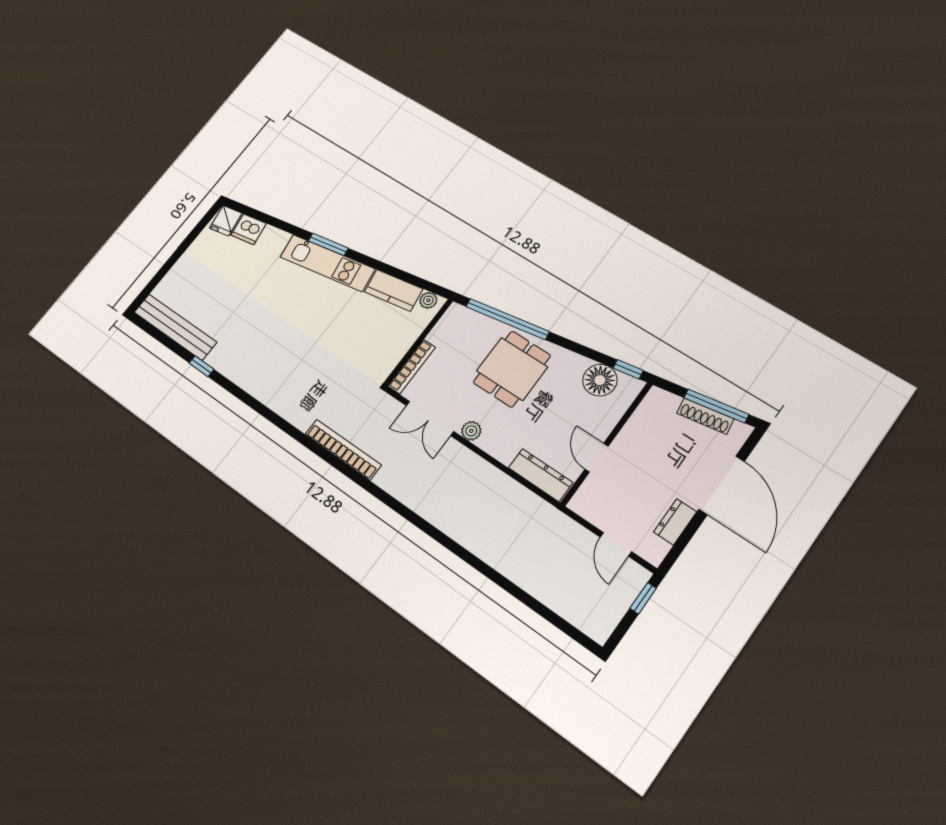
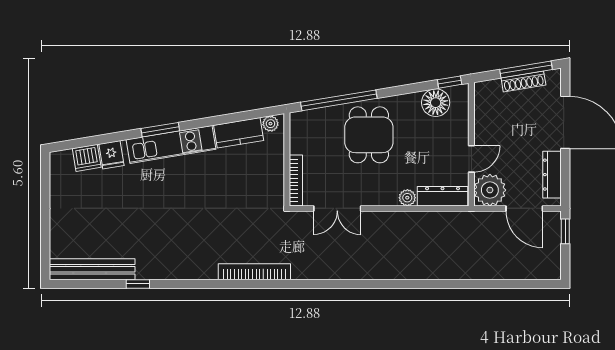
fridge: (226, 221) -> (111, 155), moved
plant: (471, 431) -> (407, 198), moved
bookcase: (343, 450) -> (254, 272), moved
door: (596, 458) -> (471, 159), swing flipped
plant: (593, 501) -> (490, 190), added
dresser: (675, 522) -> (552, 175), width x1.44
door: (616, 544) -> (524, 208), width x1.38

